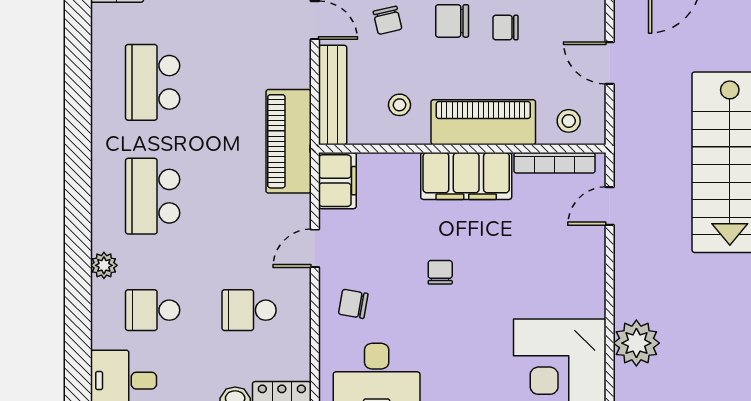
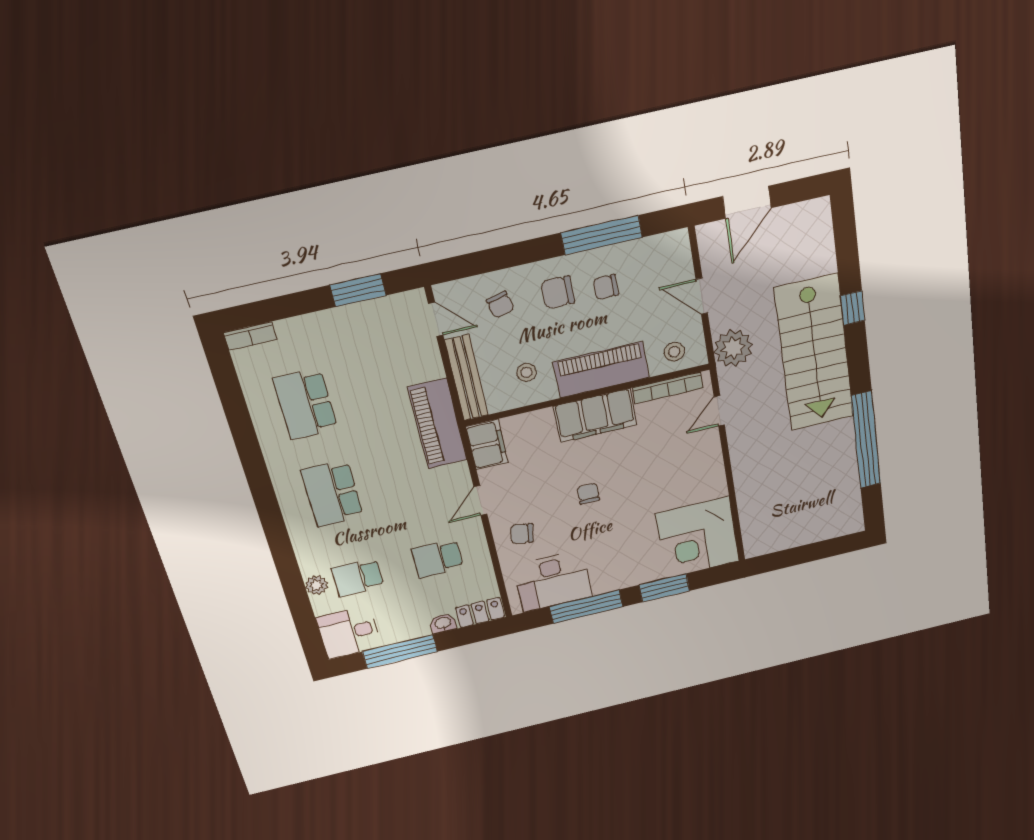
plant: (104, 265) -> (317, 585), moved
plant: (636, 343) -> (733, 348), moved

